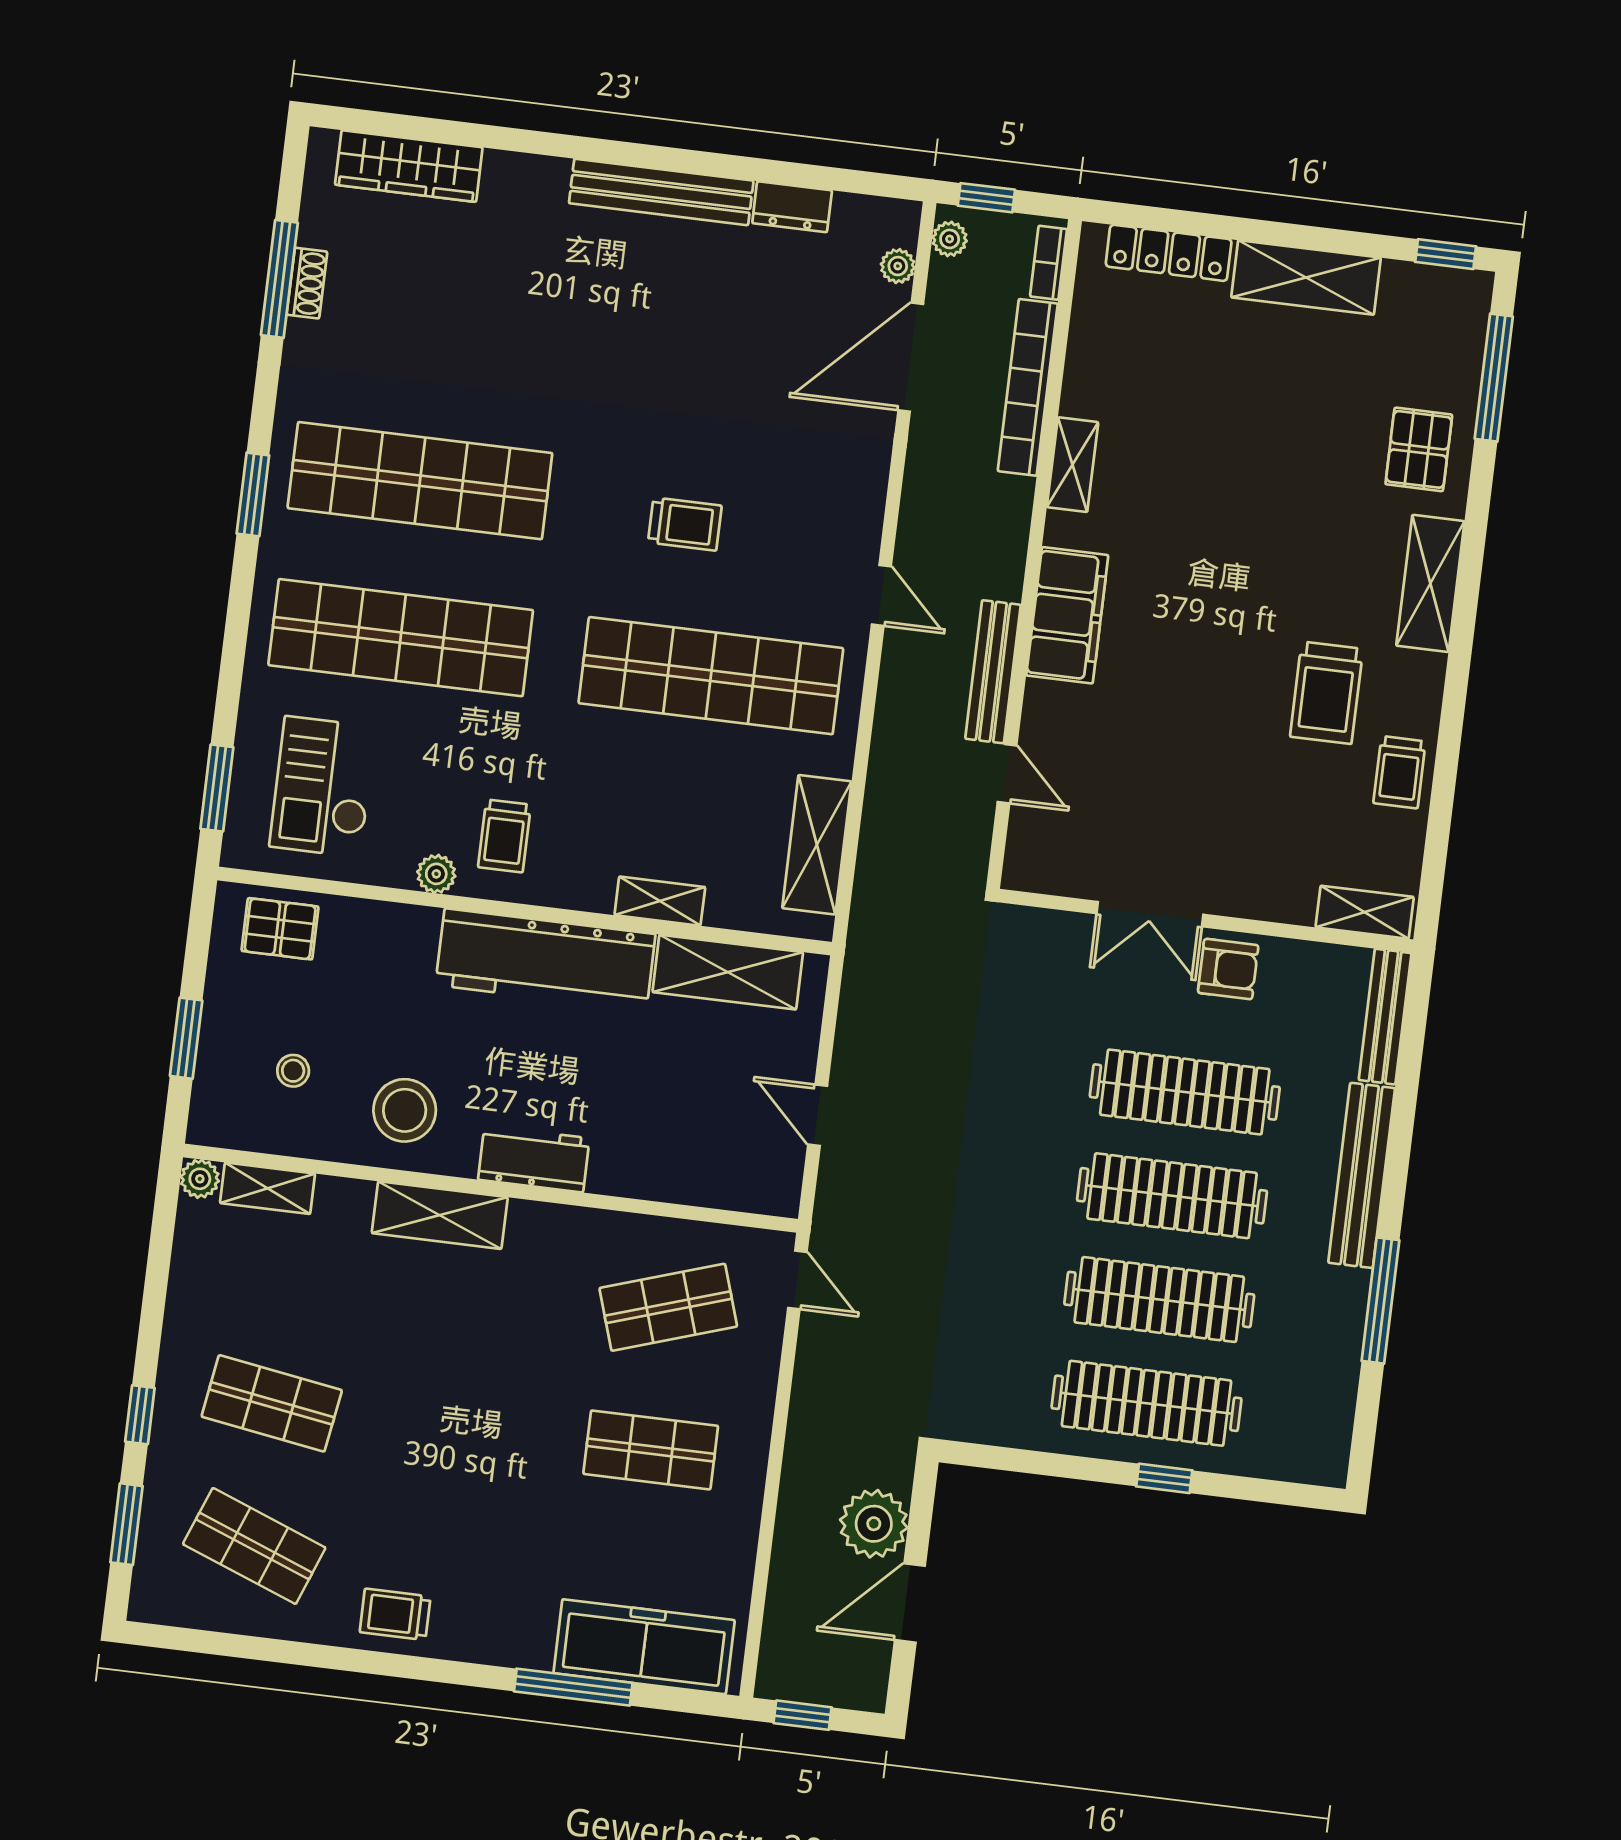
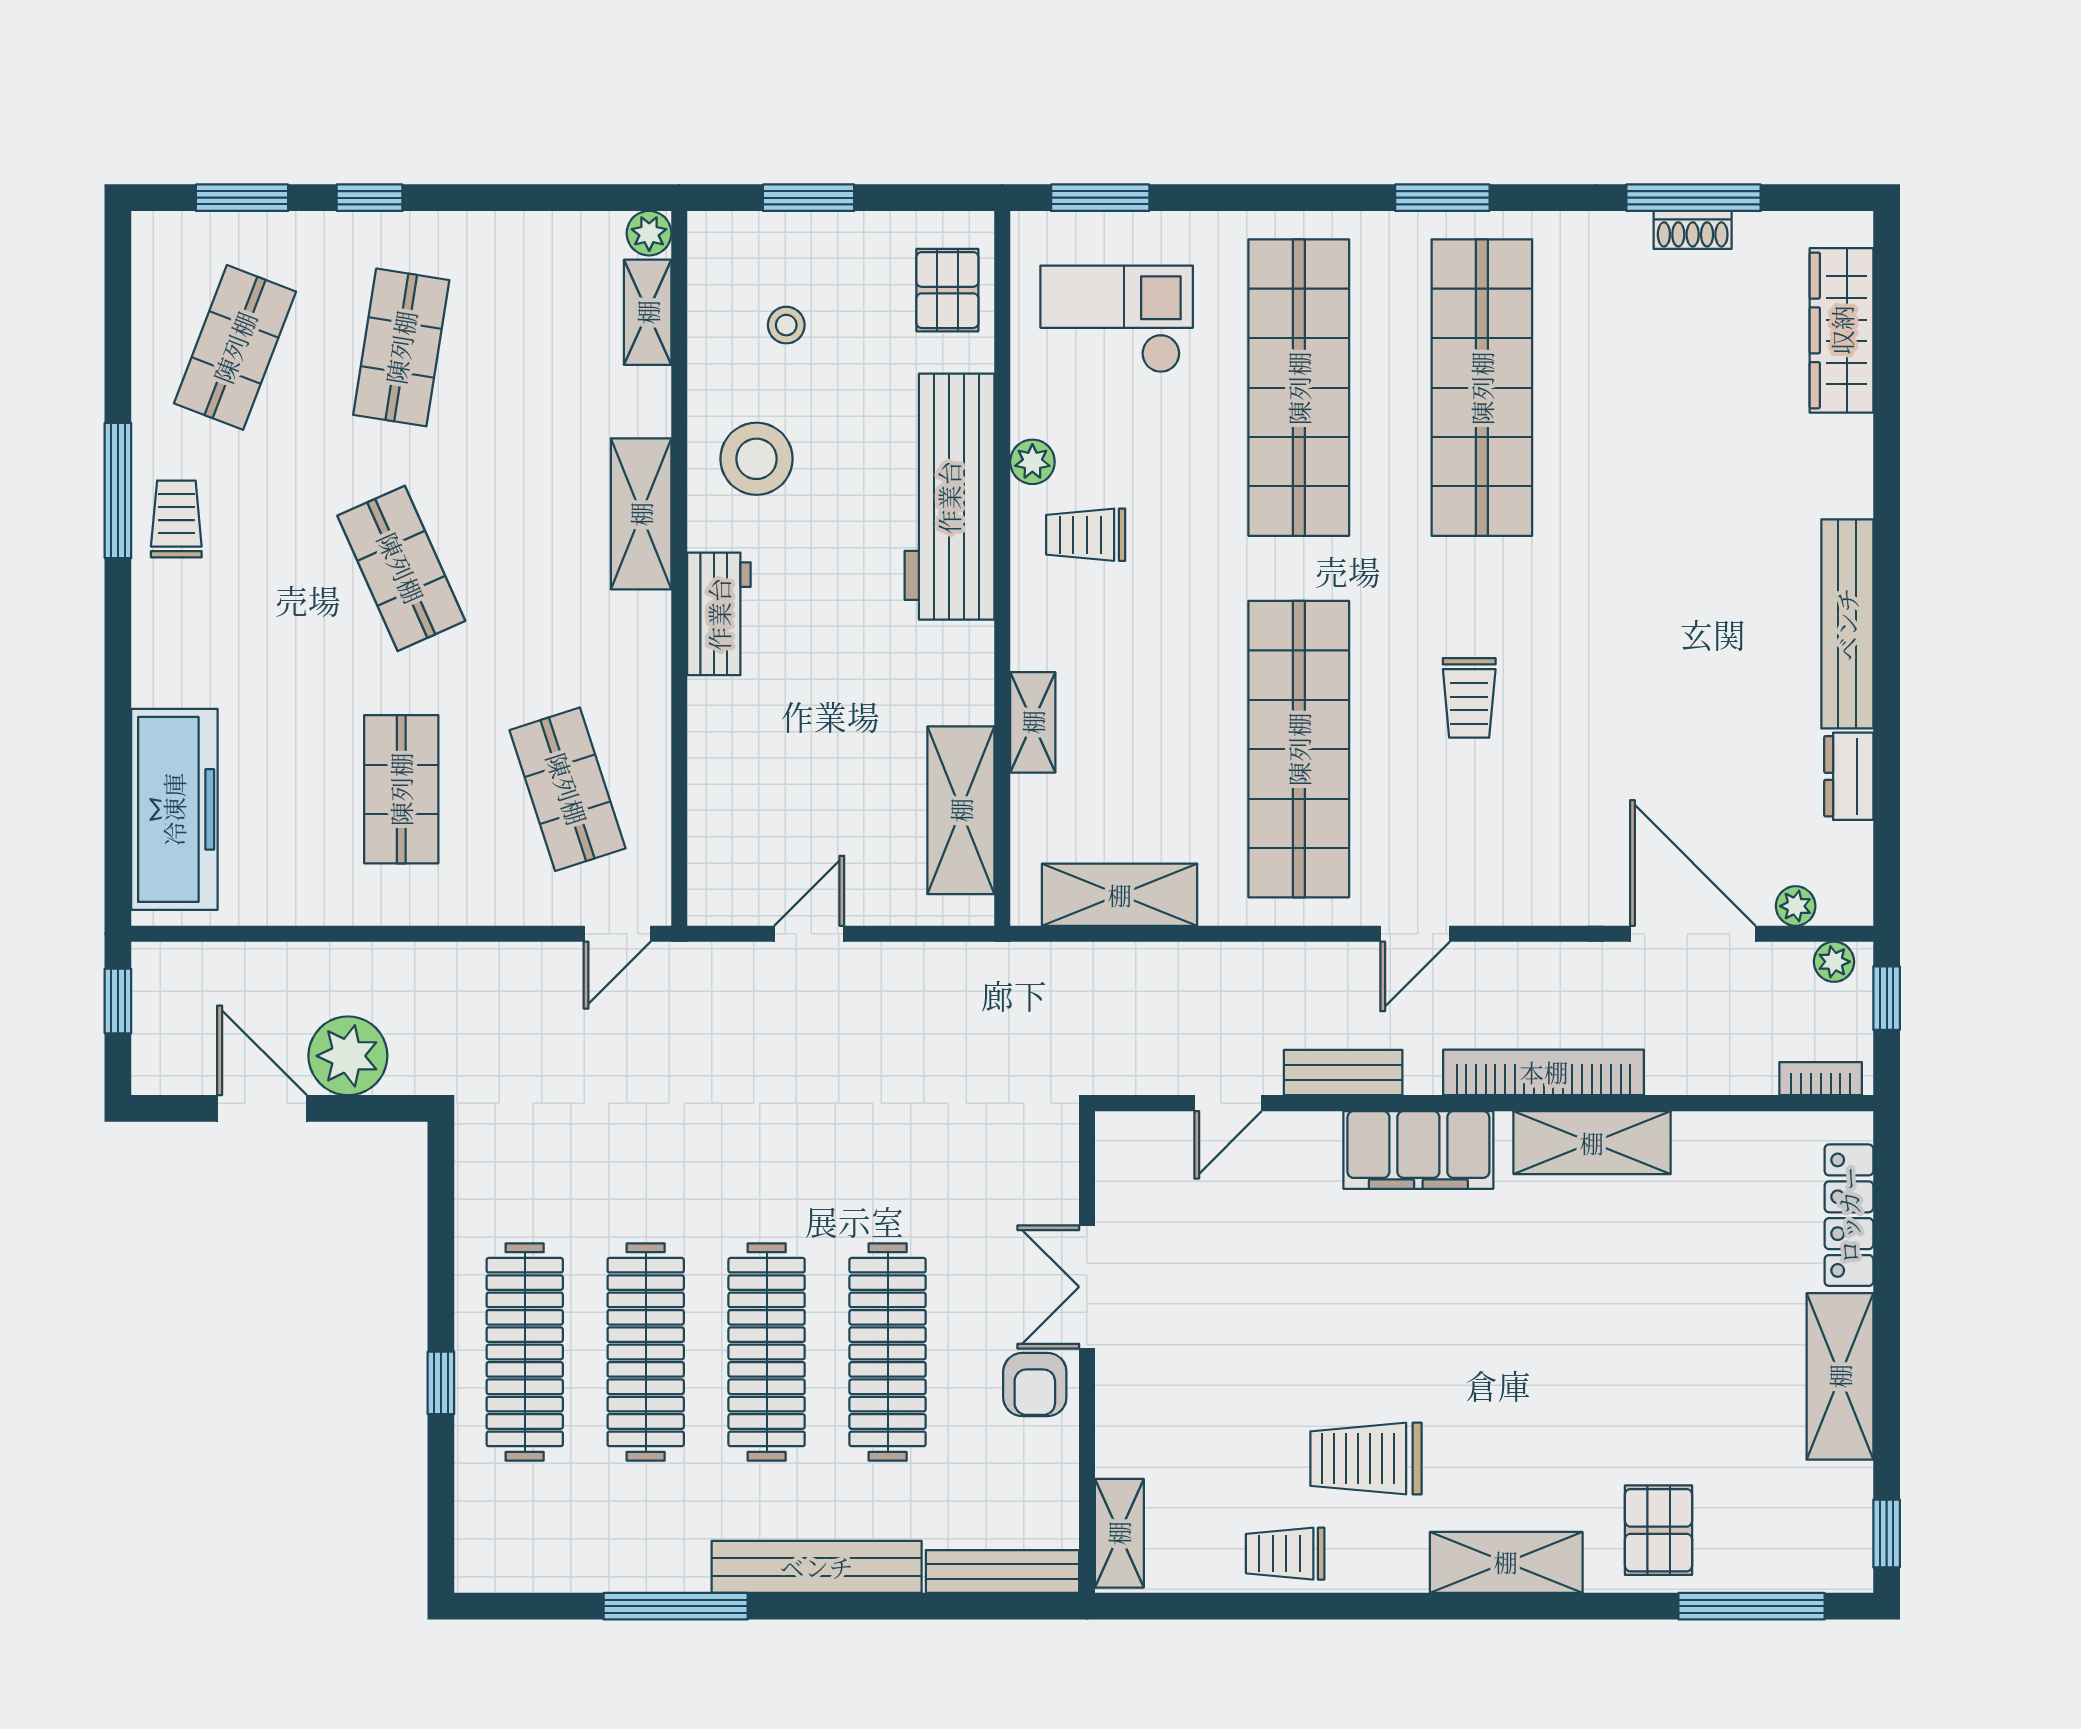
bookcase: (1028, 387) -> (1544, 1072), moved
pallet: (1419, 449) -> (1659, 1530), turned 90
shelving: (1072, 465) -> (1592, 1143), width x1.50, depth x1.33
bench: (993, 672) -> (1343, 1073), width x0.73
workbench: (545, 960) -> (949, 497), moved
shop shelf: (461, 1427) -> (401, 568), added
window: (573, 1687) -> (118, 491), moved

